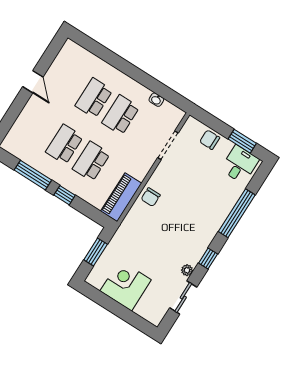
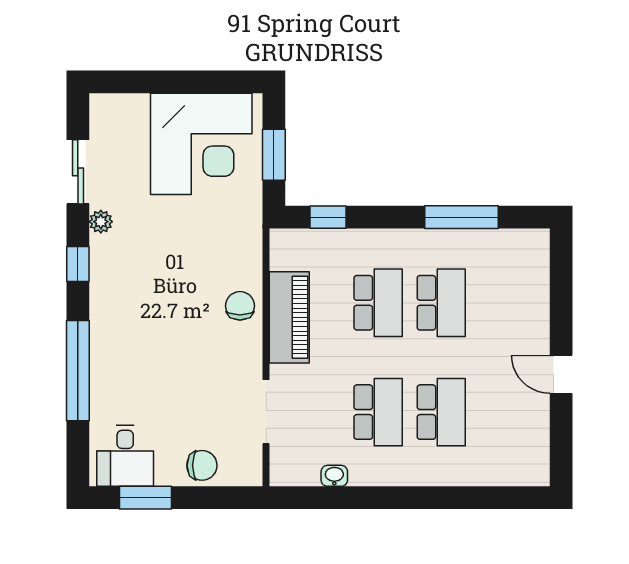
window: (65, 195) -> (328, 217), moved
piano: (121, 197) -> (289, 317), moved
corner desk: (126, 285) -> (201, 144), width x1.36, depth x1.36

